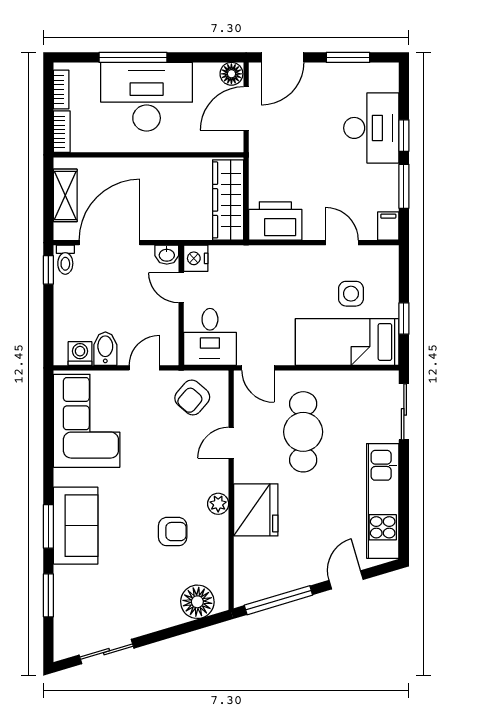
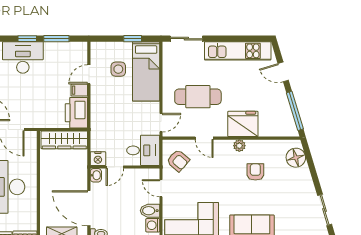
filing cabinet: (388, 226) -> (79, 90), moved

